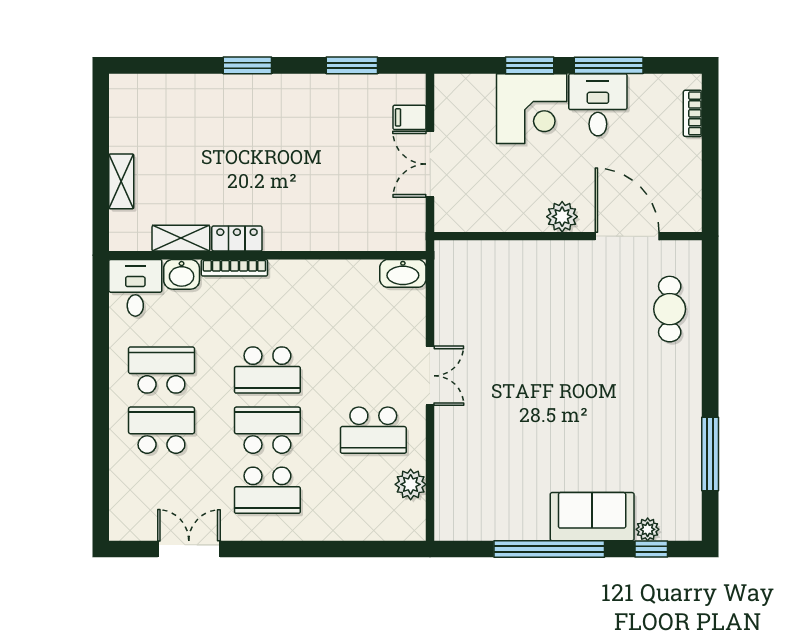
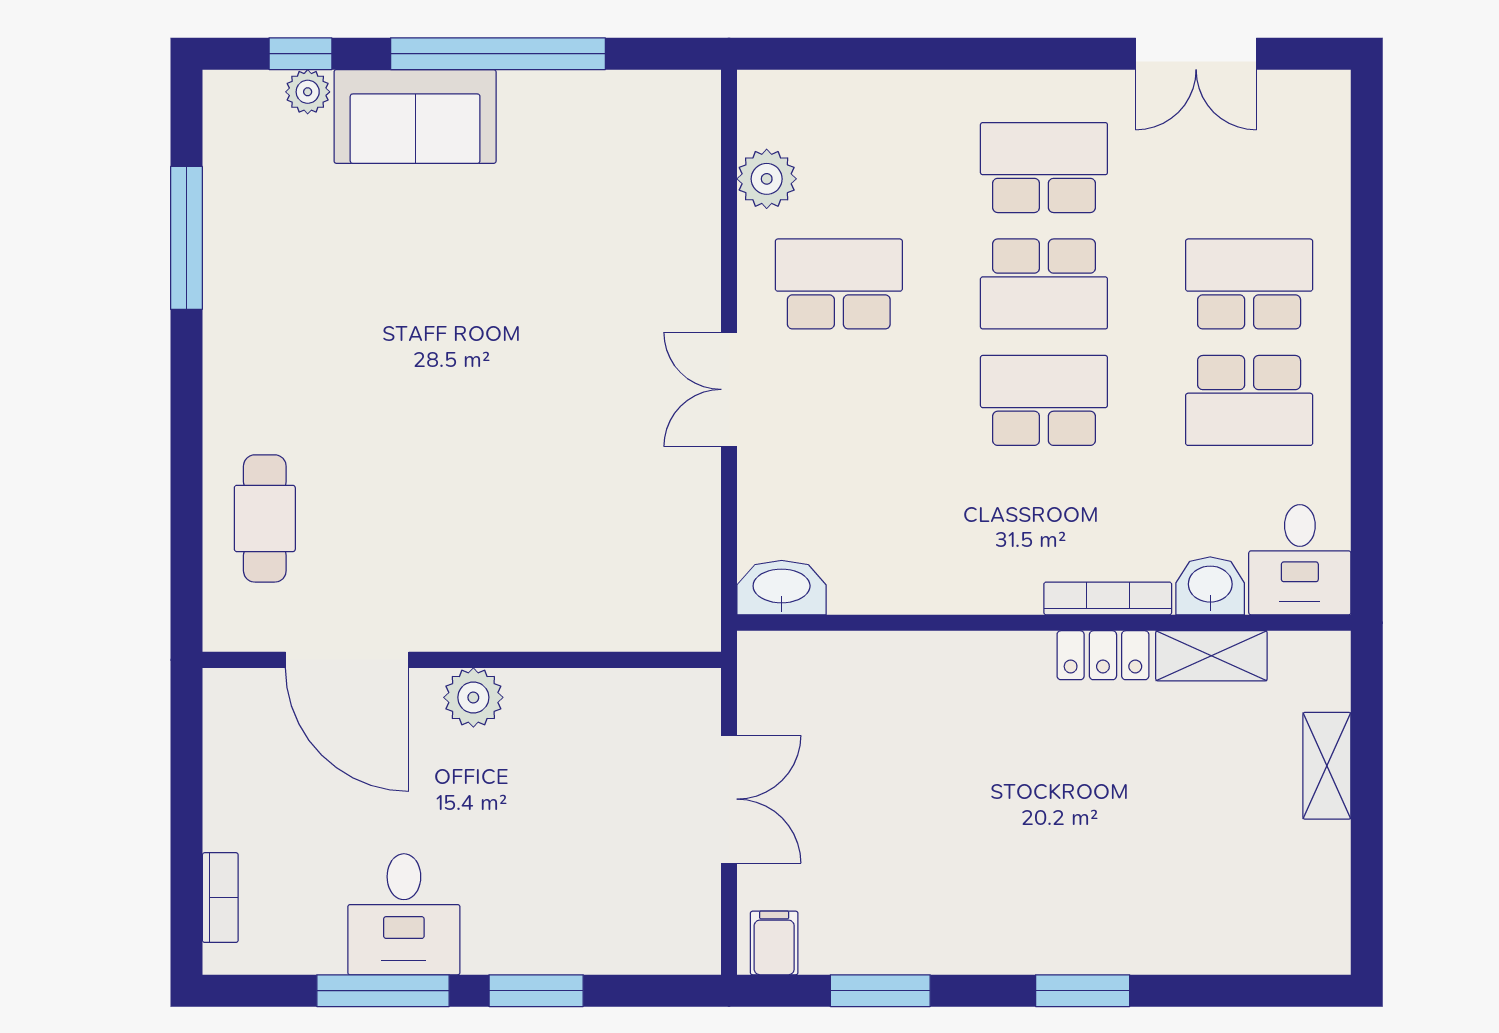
corner desk: (532, 109) -> (532, 907), removed
filing cabinet: (409, 117) -> (774, 943), moved, turned -90
school desk: (161, 430) -> (1249, 284), turned 180

